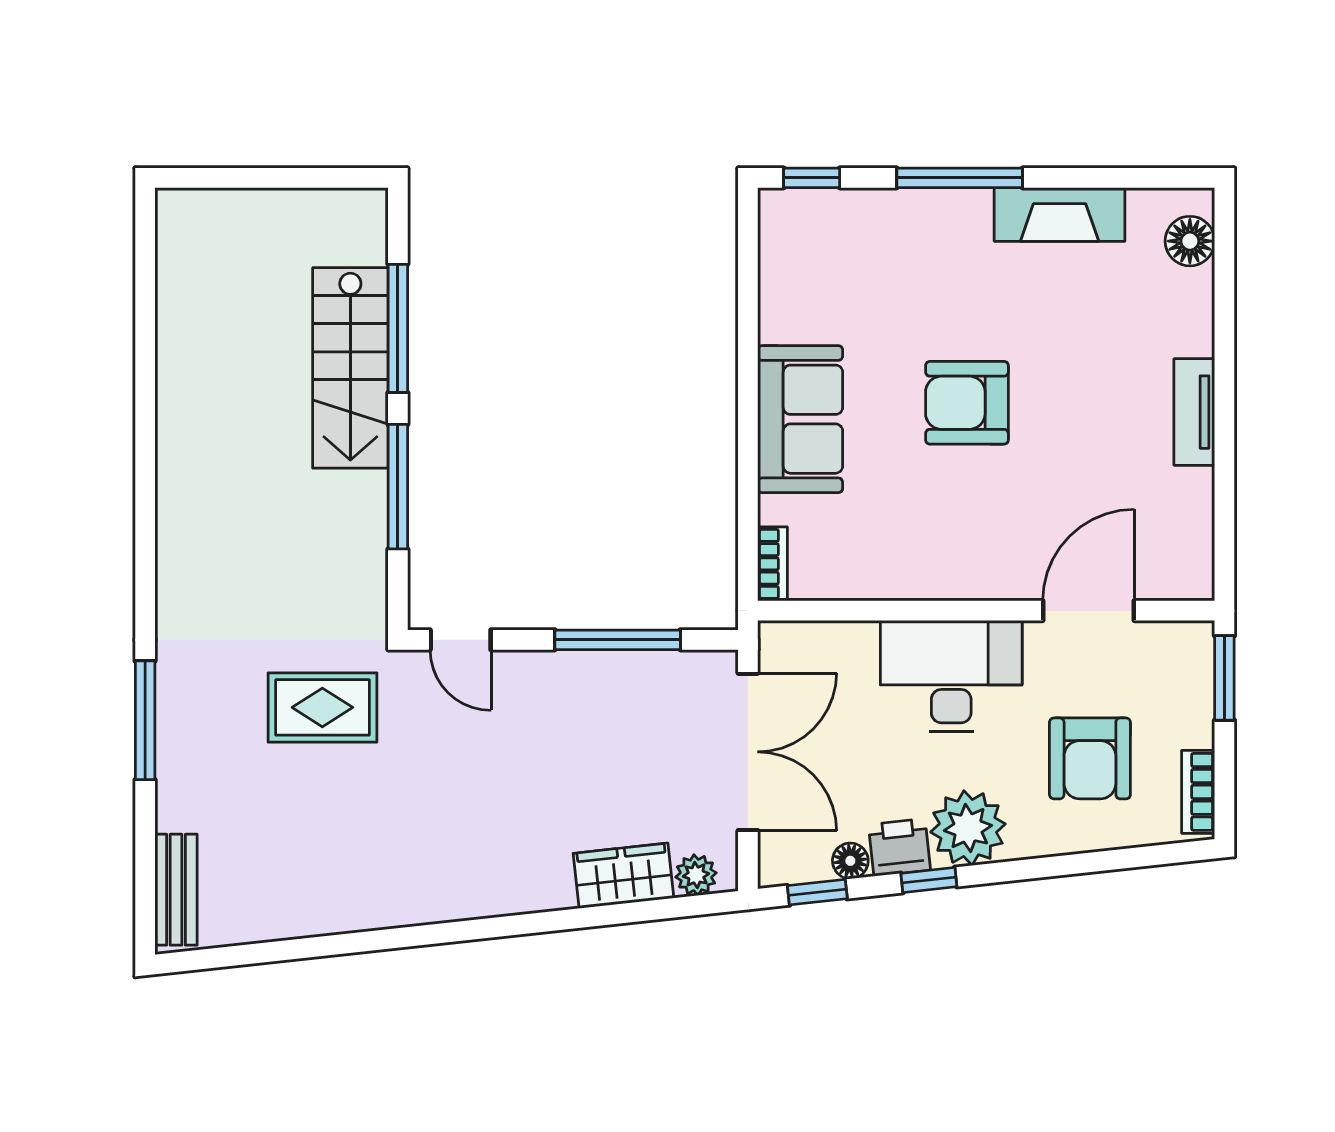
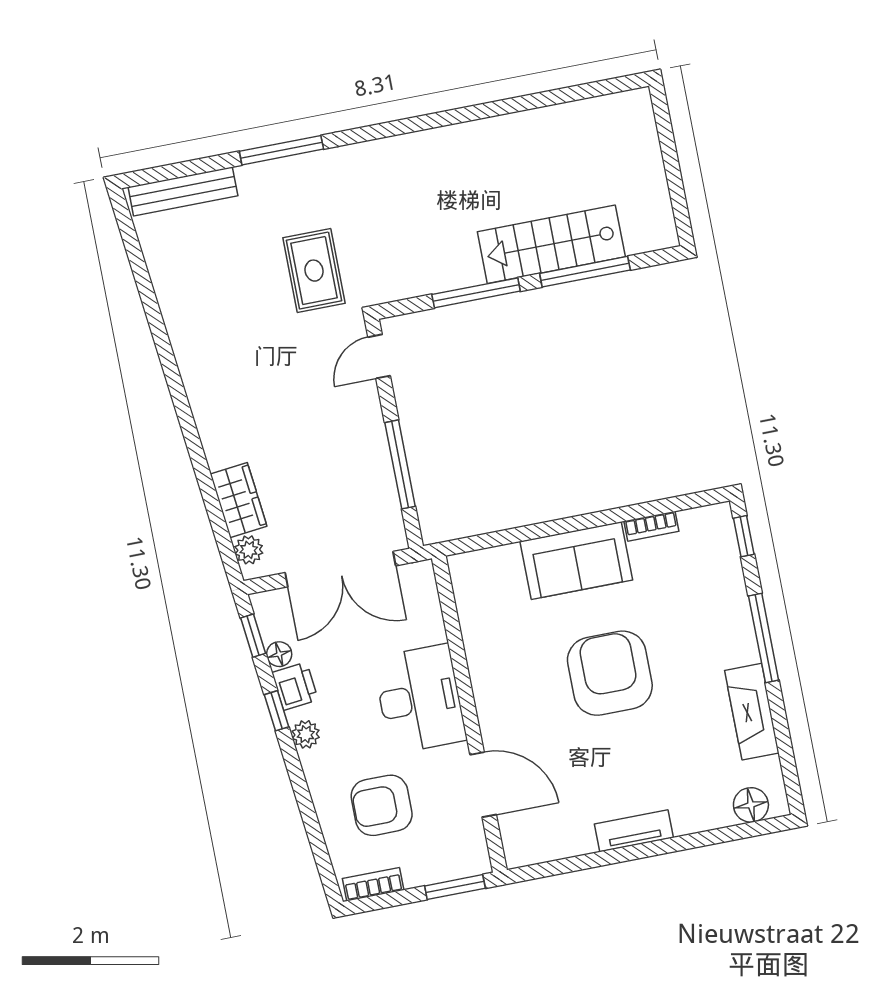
armchair: (967, 403) -> (610, 673), width x1.36, depth x1.36
bookcase: (772, 564) -> (651, 526), moved
plant: (968, 828) -> (306, 734), width x0.53, depth x0.53
bench: (176, 890) -> (183, 191), width x1.36

